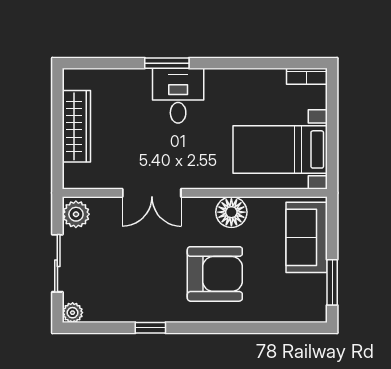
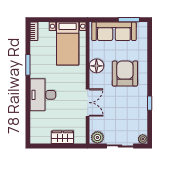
window: (167, 63) -> (28, 65), moved
desk: (178, 96) -> (43, 95), width x1.37
wardrobe: (76, 126) -> (62, 137), width x0.67
sofa: (307, 237) -> (114, 31), width x1.36

